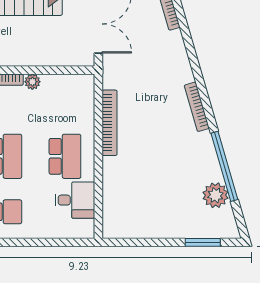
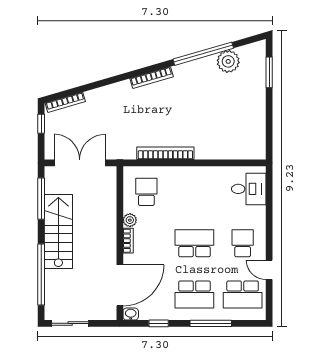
school desk: (65, 156) -> (146, 192), moved, width x0.54
desk: (75, 200) -> (249, 189), moved, turned 90

